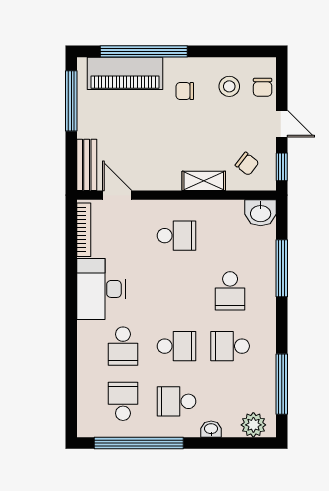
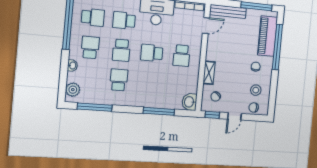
bench: (87, 165) -> (228, 11), width x1.36
school desk: (230, 291) -> (152, 53), moved

